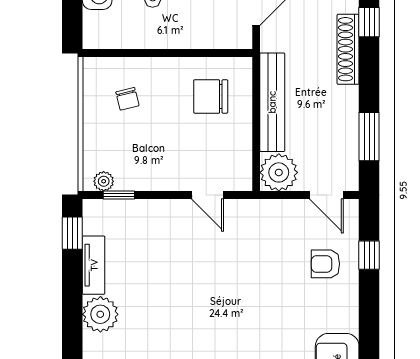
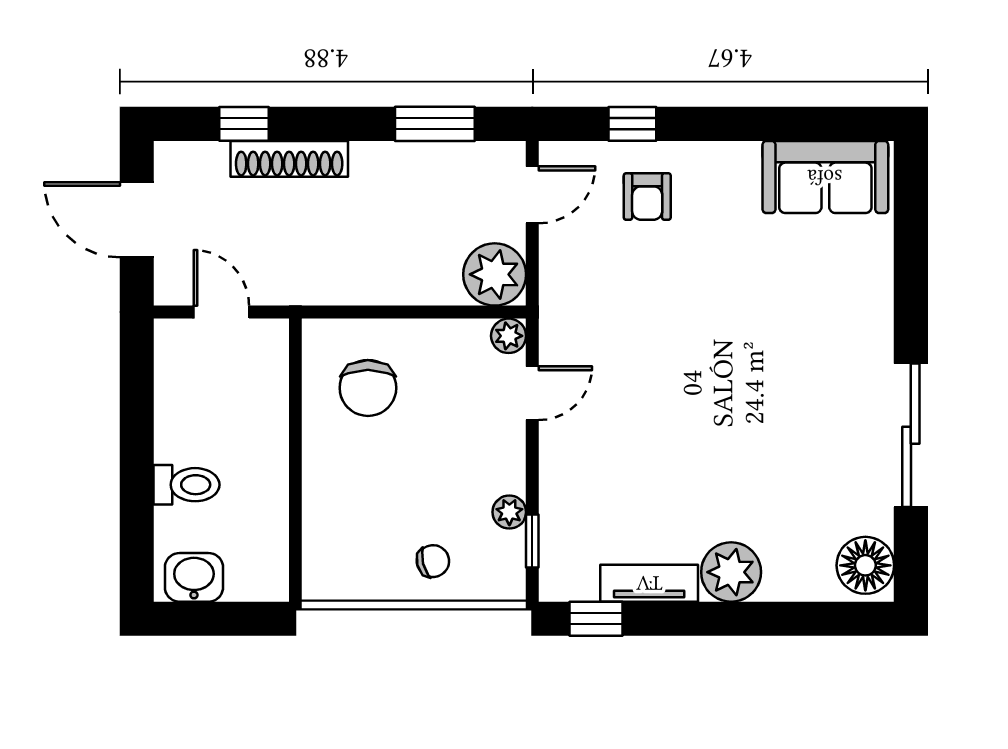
chair: (127, 99) -> (433, 561), moved
bench: (272, 102) -> (378, 285), removed
plant: (104, 181) -> (509, 512), moved
plant: (242, 181) -> (509, 336), added

